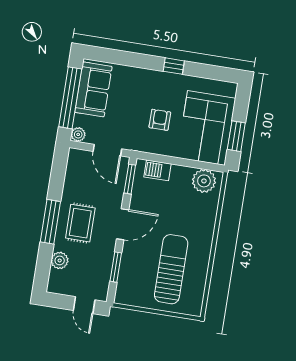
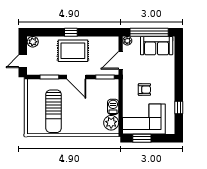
window: (174, 66) -> (179, 108), moved
barbecue: (158, 170) -> (113, 107), moved
window: (50, 222) -> (71, 32), width x0.46
rug: (80, 223) -> (73, 51), width x1.36, depth x1.43
plant: (60, 260) -> (33, 42), moved
sun lounger: (171, 269) -> (54, 111), turned 90

